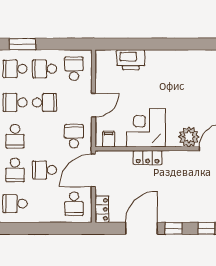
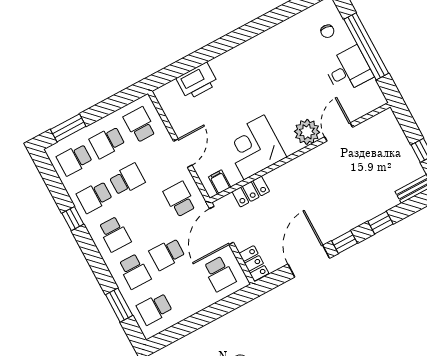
locker: (148, 158) -> (251, 192), moved

